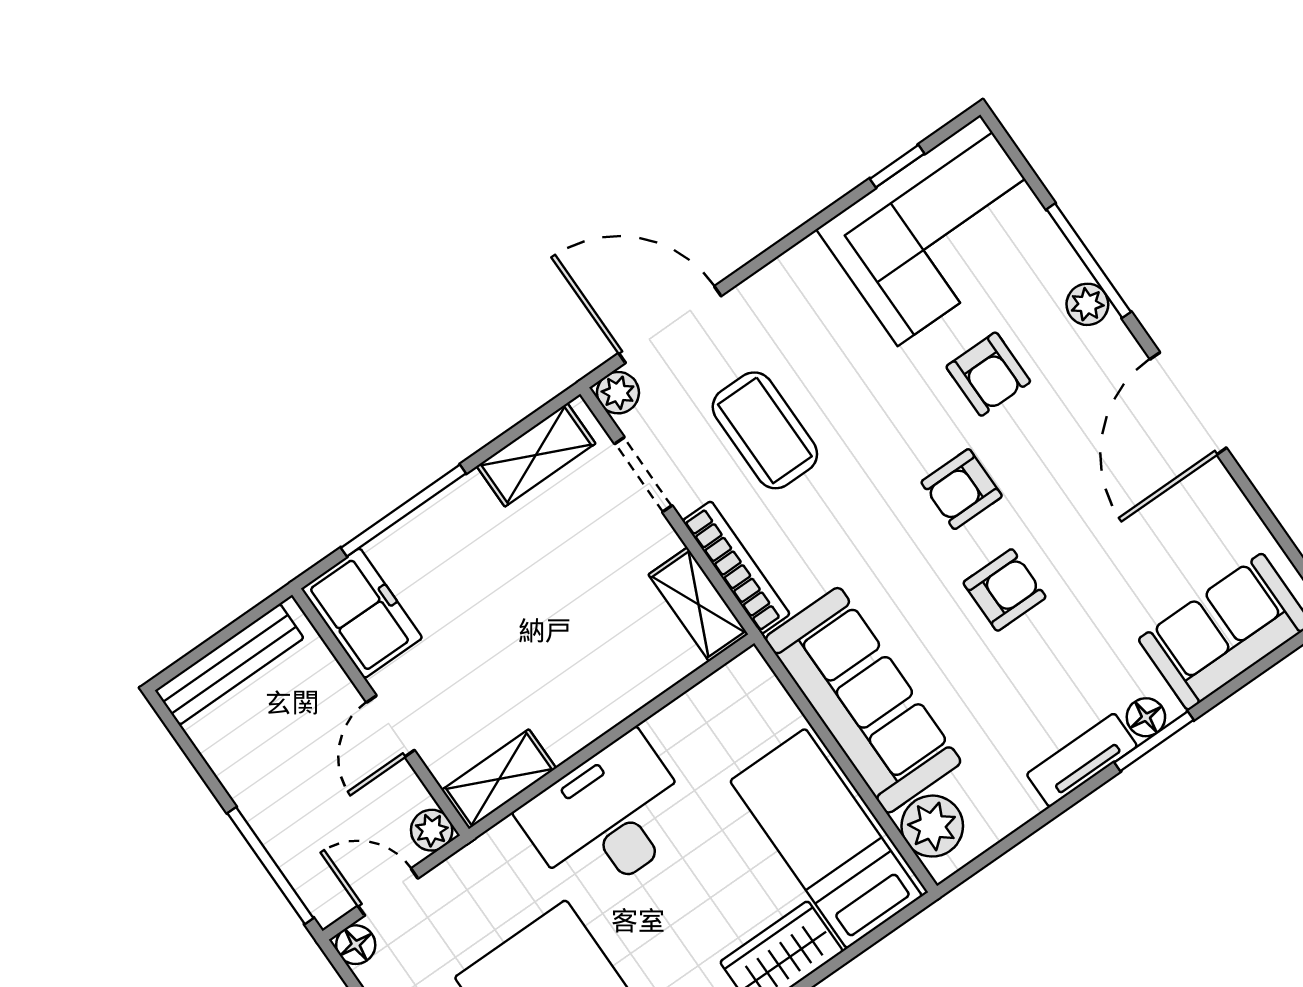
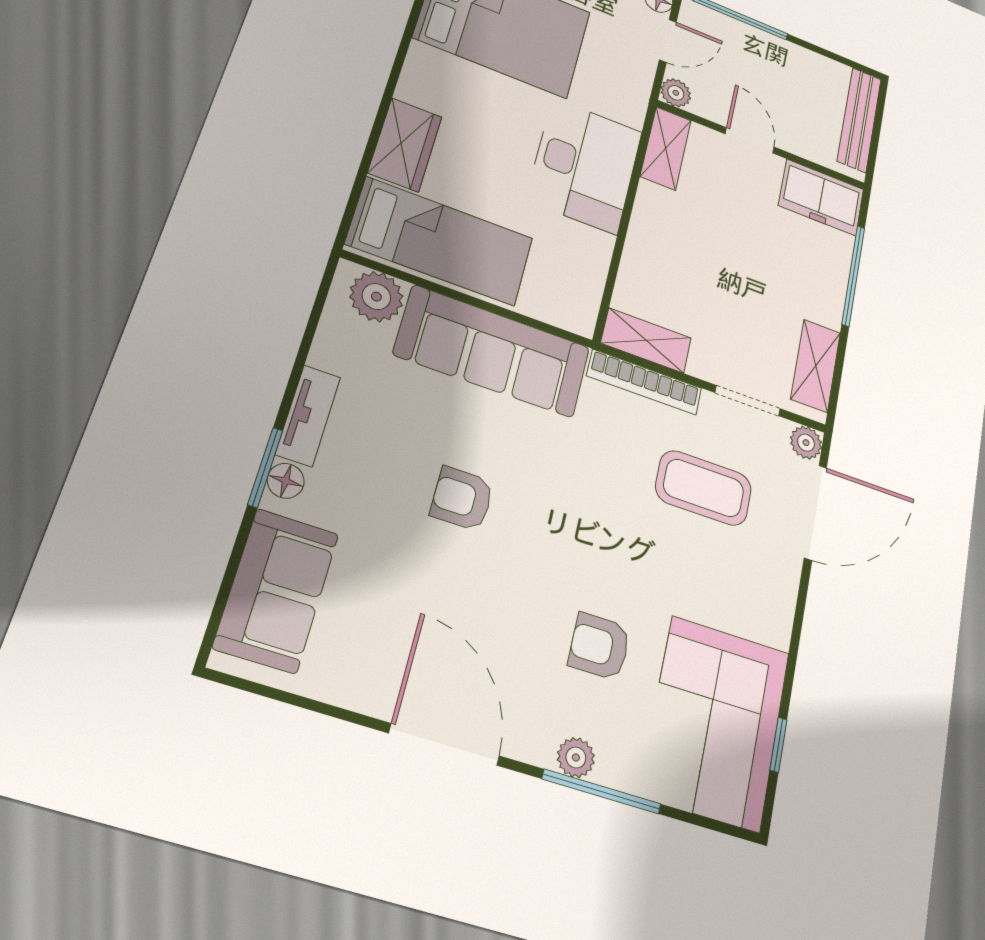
armchair: (962, 489) -> (549, 548), removed
armchair: (1004, 590) -> (462, 499), turned 90

